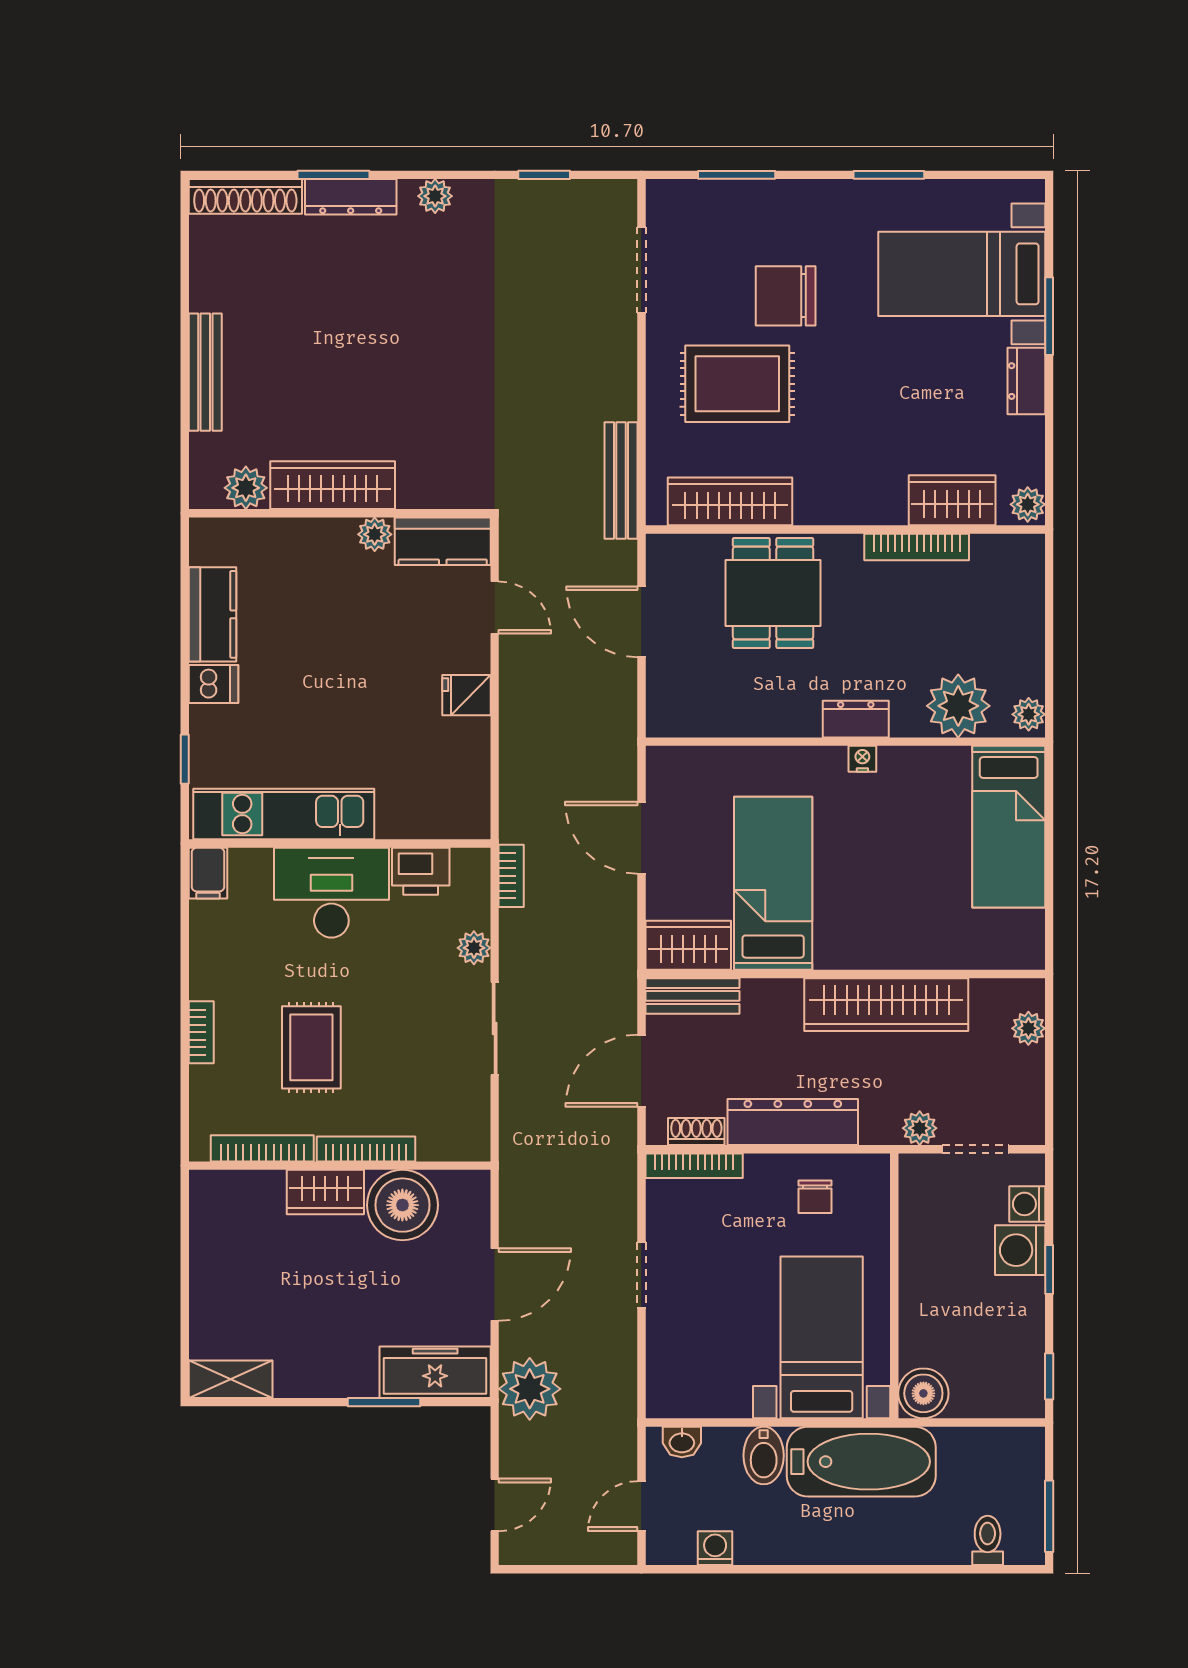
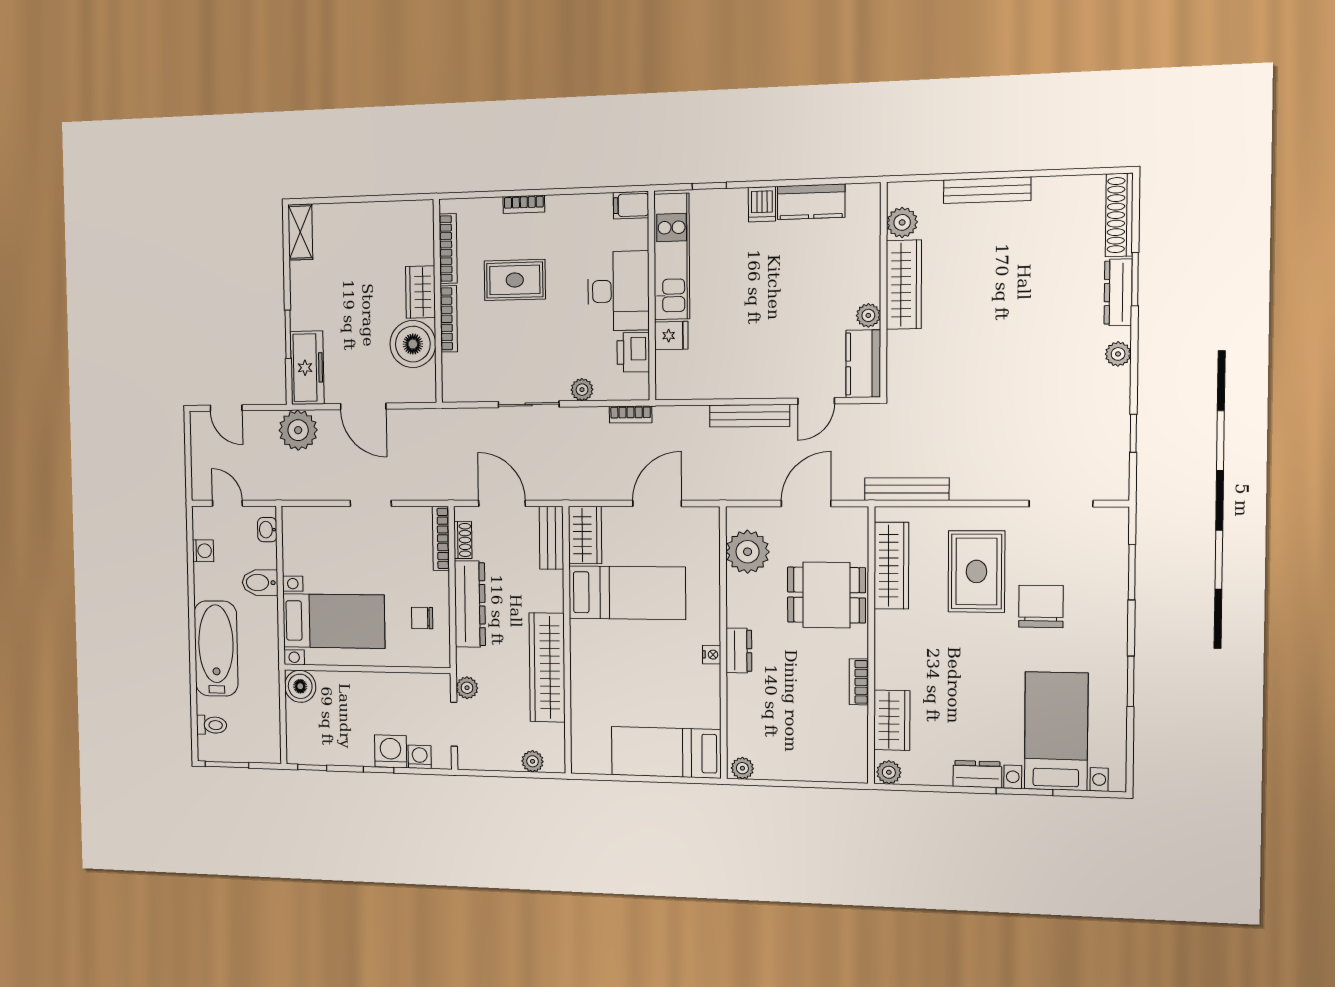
bookcase: (917, 547) -> (859, 682), width x0.64
fridge: (466, 695) -> (671, 336), moved, turned 90
bench: (515, 702) -> (750, 416), added
plant: (958, 706) -> (748, 552), moved
bathtub: (861, 1462) -> (216, 649), moved, turned 180

